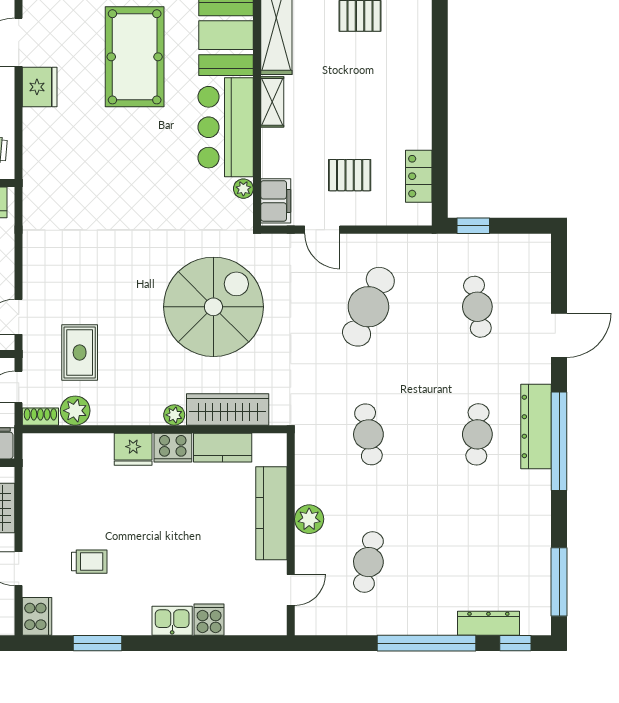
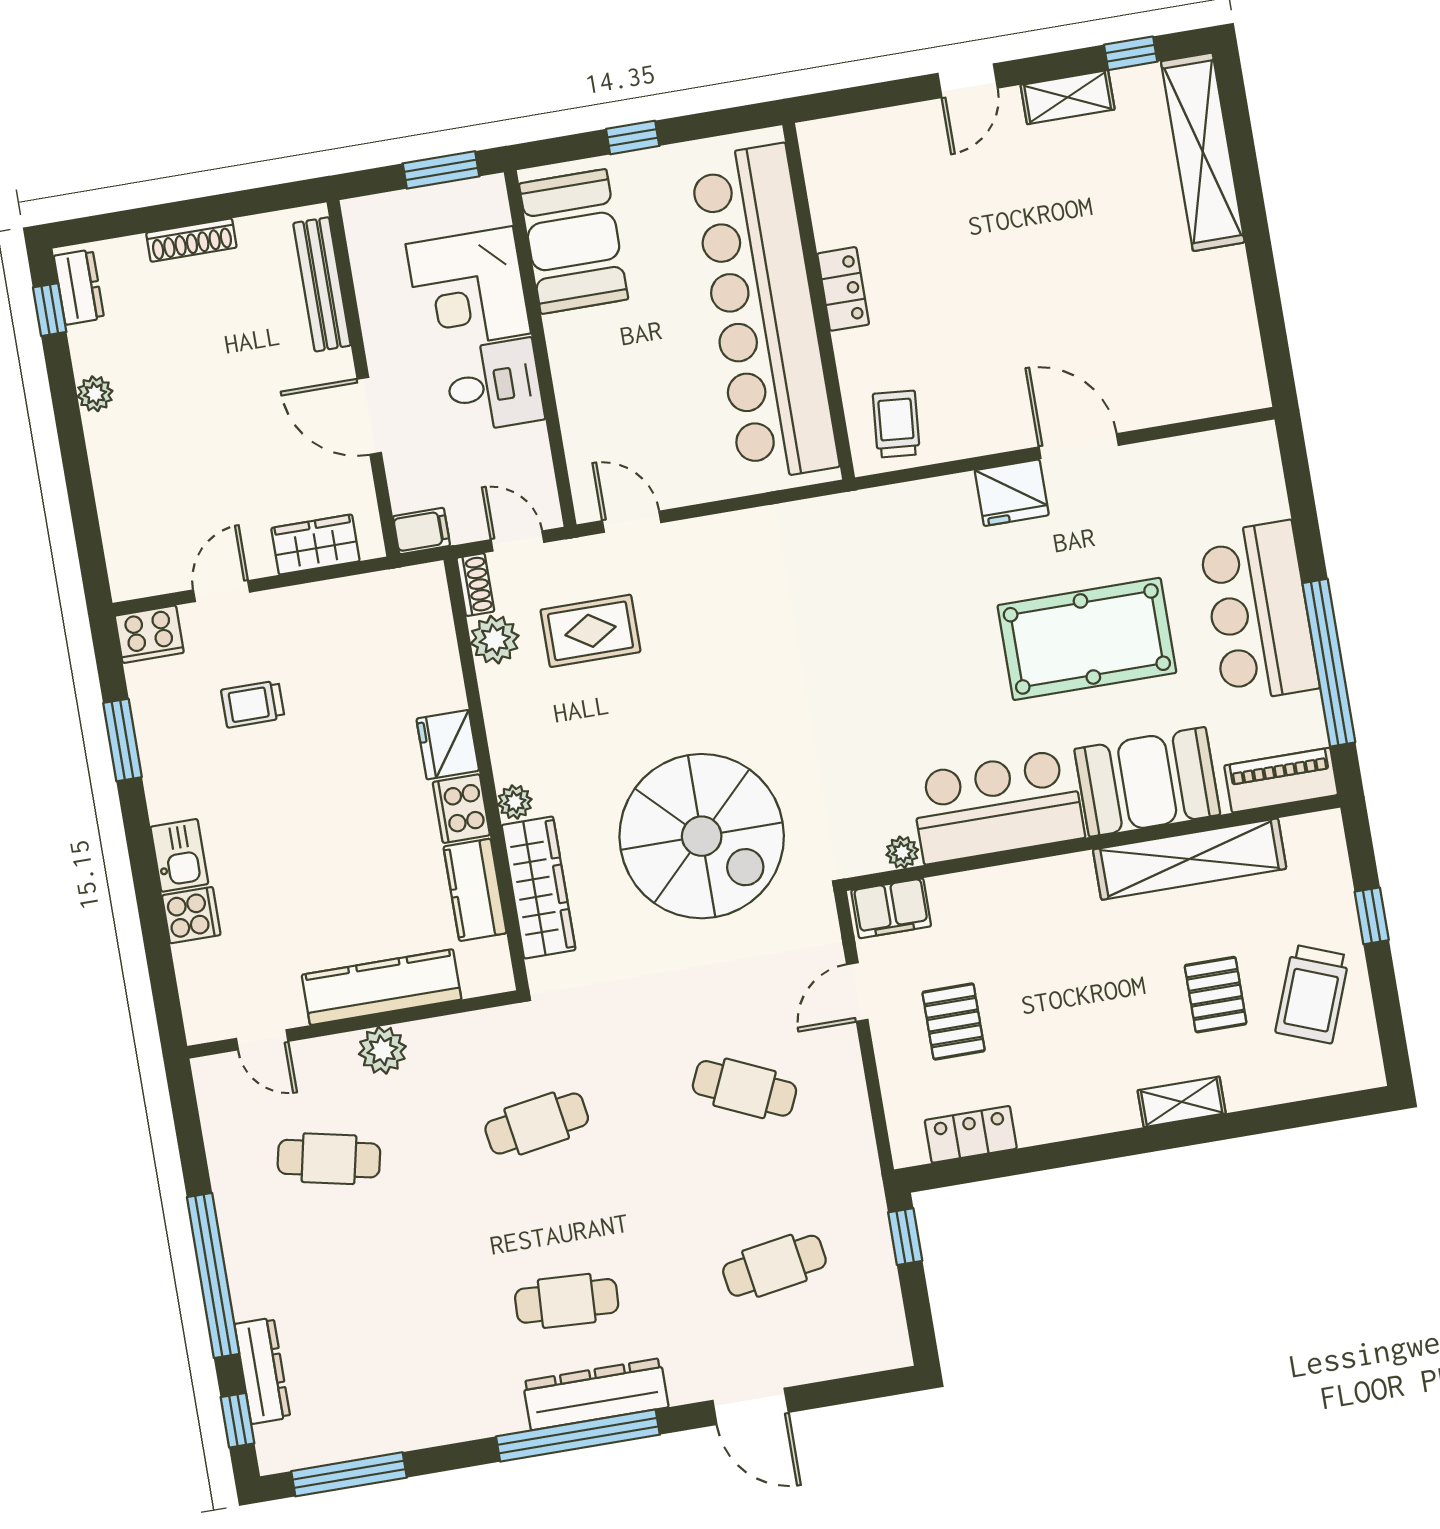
shelving: (272, 102) -> (1182, 1102), moved
cafe table: (368, 307) -> (744, 1088), width x0.73, depth x0.74
trolley: (89, 562) -> (253, 704), turned 90

